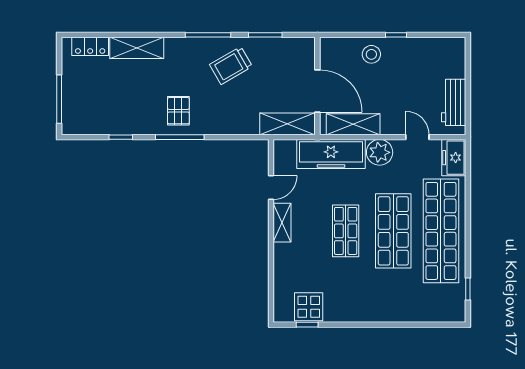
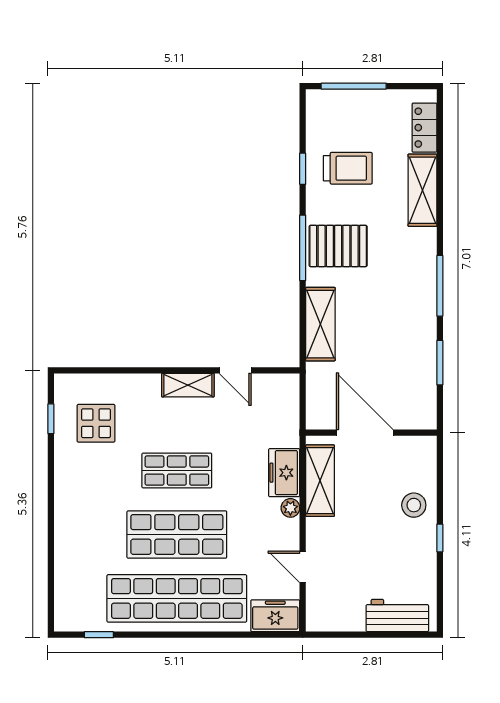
trolley: (231, 66) -> (348, 168), moved, turned 120
door: (317, 91) -> (365, 433), swing flipped
workbench: (454, 102) -> (397, 616), moved
pallet: (178, 111) -> (338, 246), width x1.50, depth x1.42
shelving: (287, 124) -> (320, 324), moved
door: (417, 137) -> (303, 567), swing flipped
plant: (380, 152) -> (290, 508), width x0.53, depth x0.53
freezer: (331, 154) -> (284, 473), width x0.52, depth x0.79
display table: (309, 307) -> (96, 423), moved

